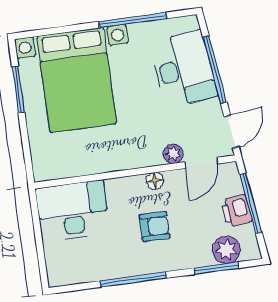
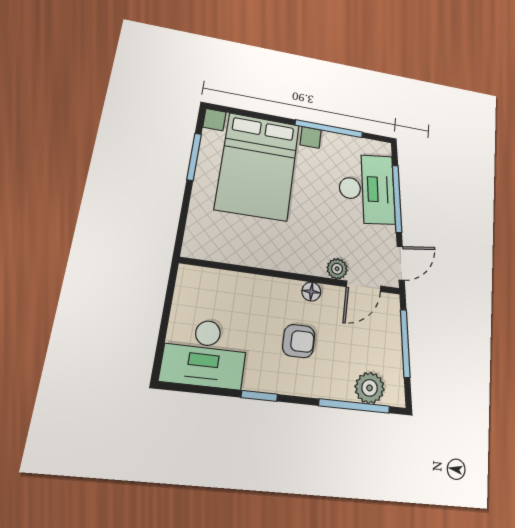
desk: (73, 211) -> (205, 353), moved, turned 180
printer: (236, 211) -> (389, 347), removed
window: (216, 268) -> (354, 406), width x1.44
window: (133, 279) -> (259, 396), width x0.46

